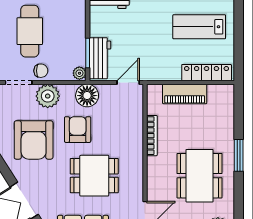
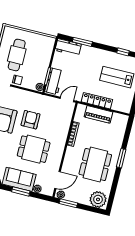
locker: (207, 73) -> (97, 101), moved
plant: (48, 96) -> (18, 96), removed
floor lamp: (87, 96) -> (41, 101), removed

